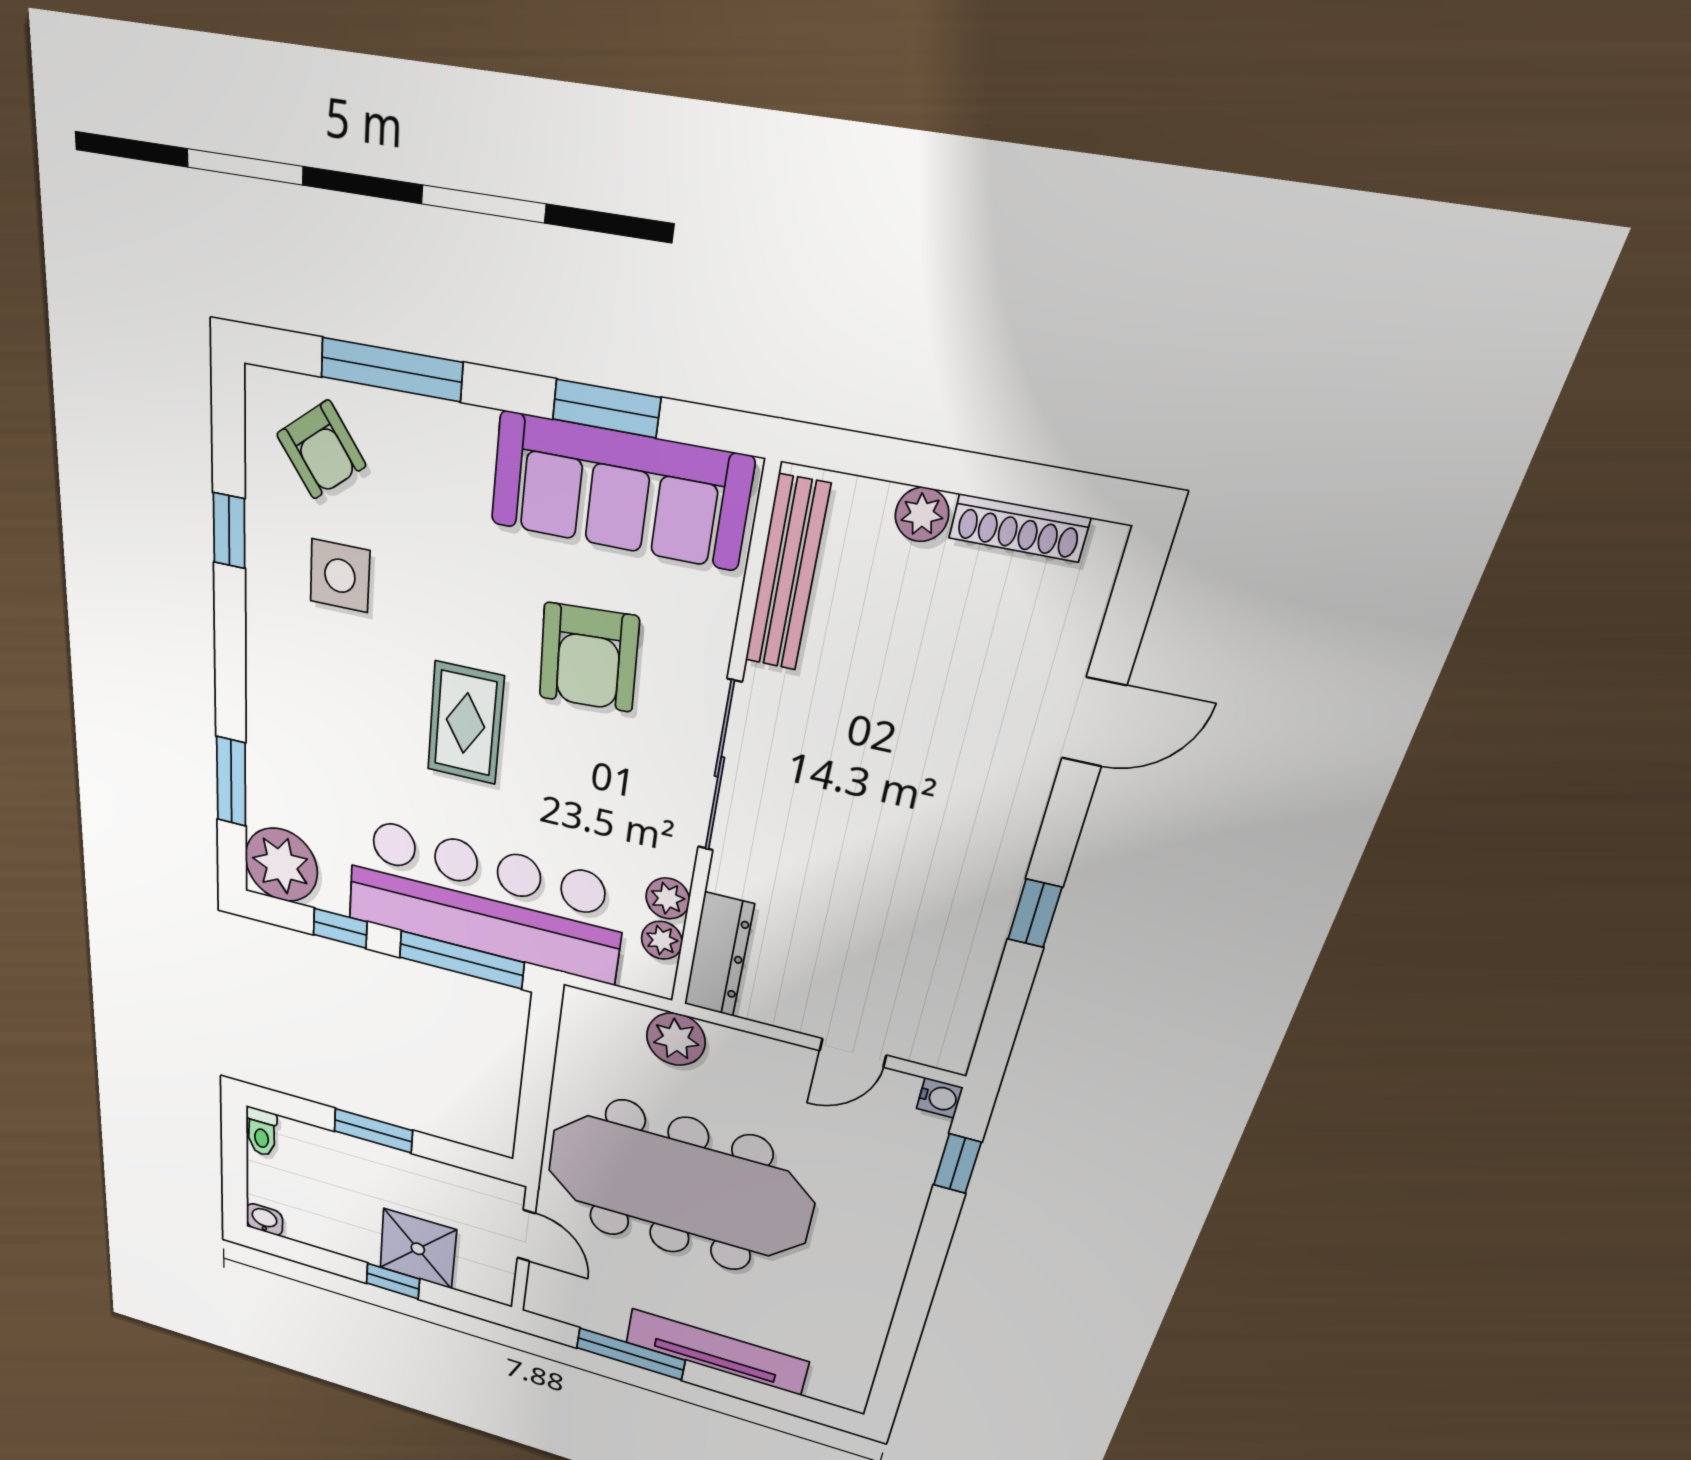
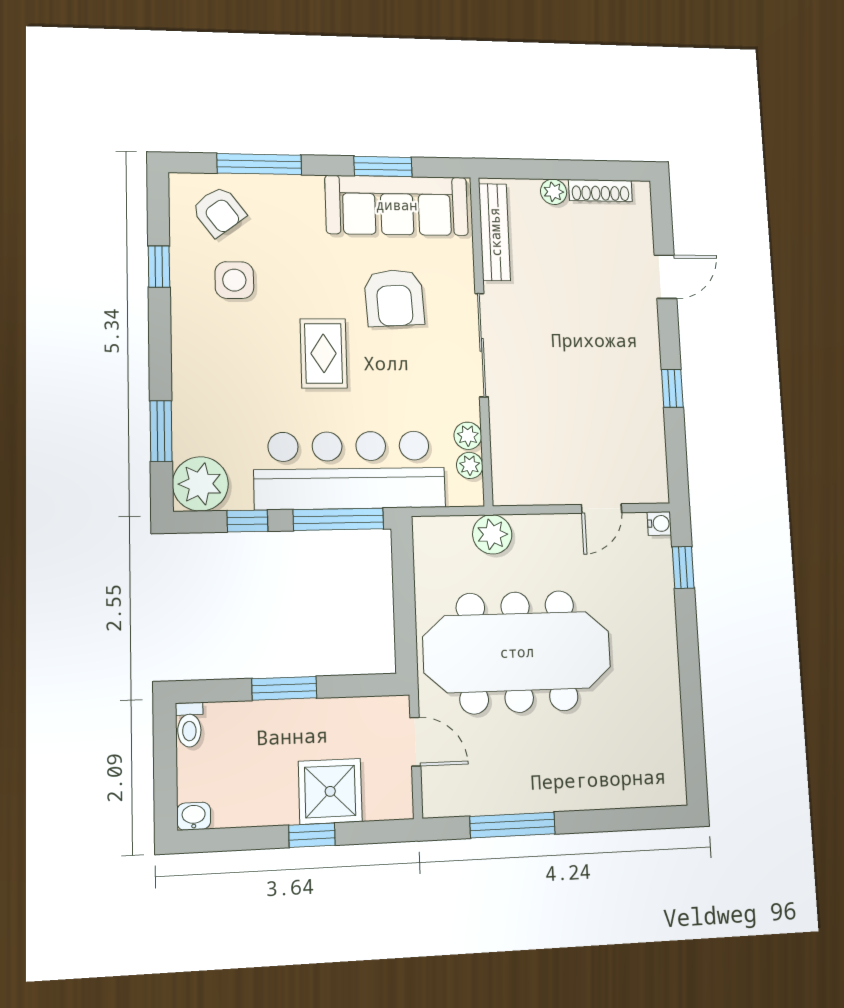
dresser: (719, 955) -> (507, 465), removed
tv unit: (716, 1352) -> (574, 793), removed

